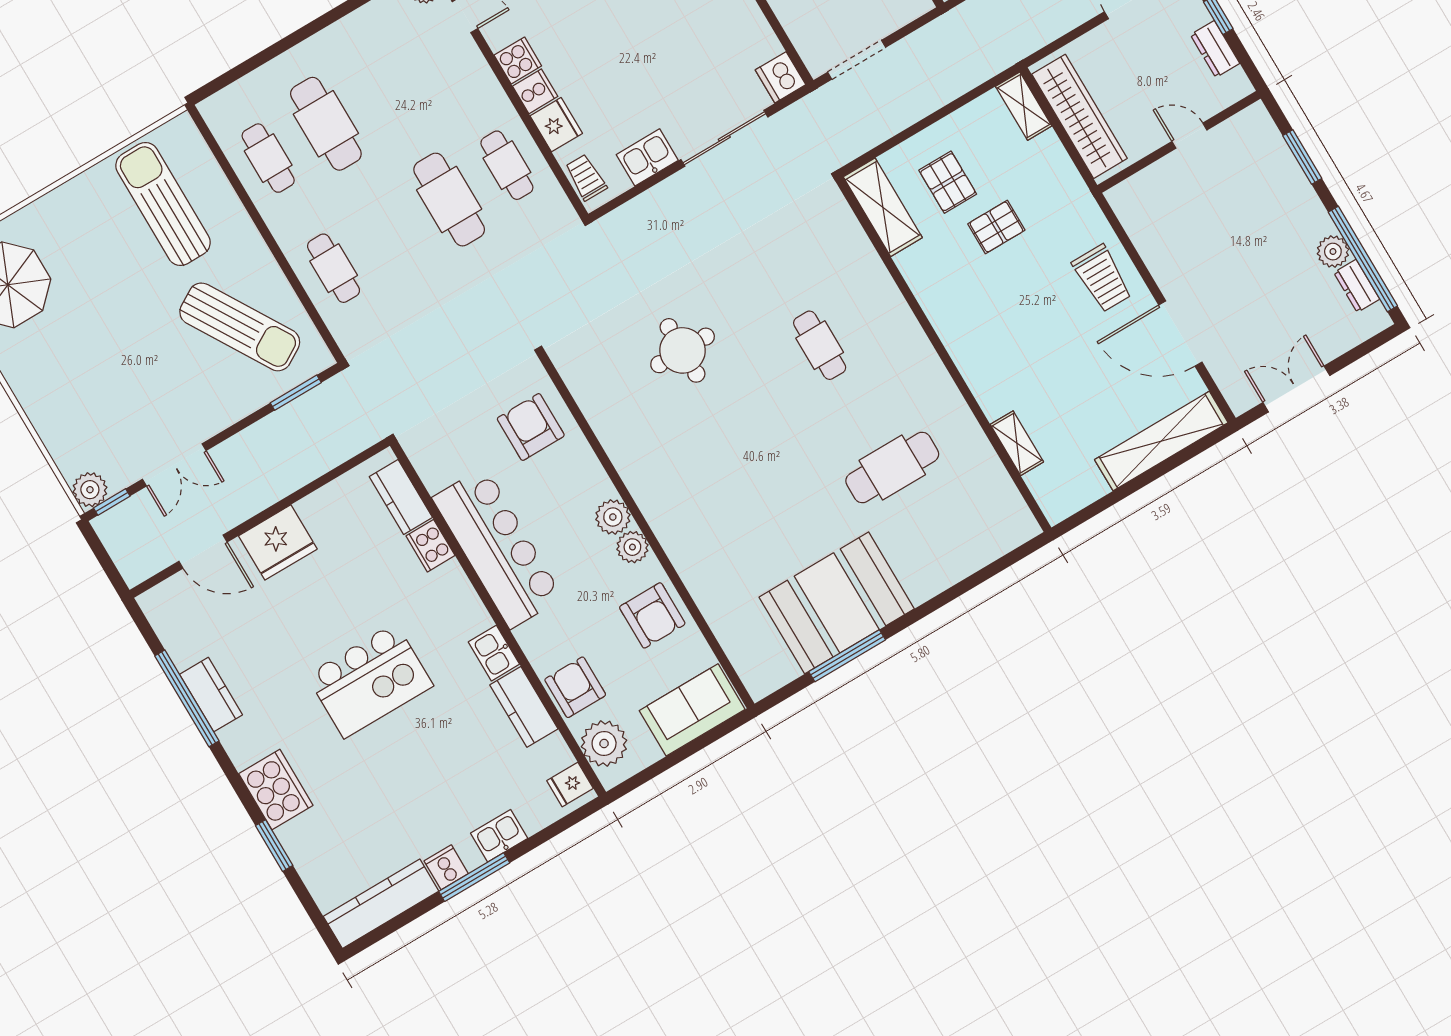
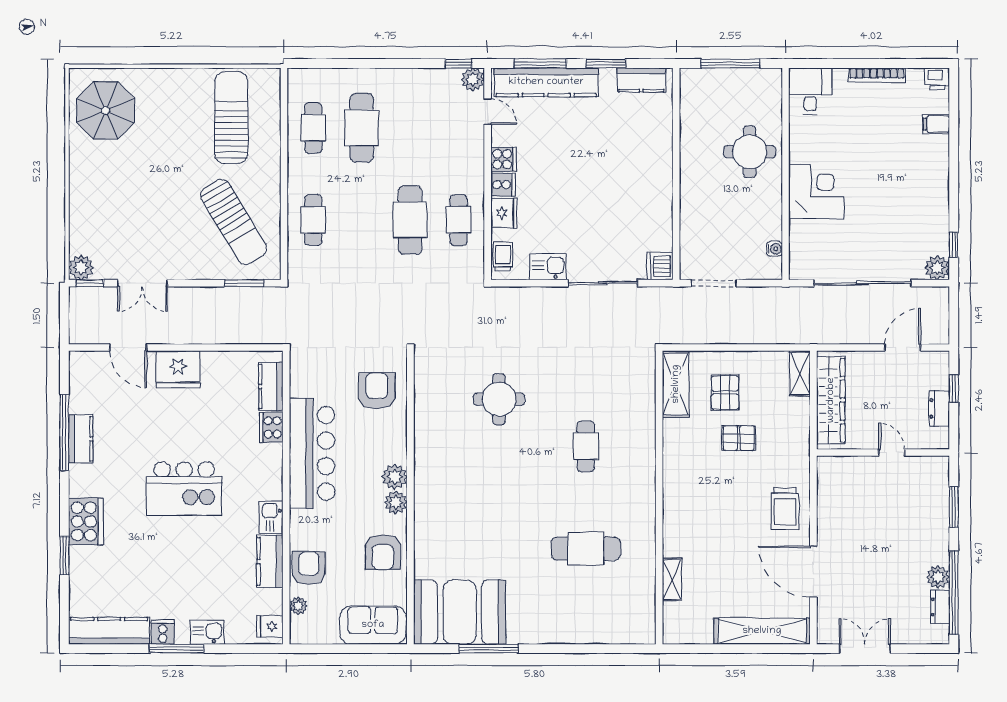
booth: (837, 603) -> (460, 612), moved
plant: (604, 743) -> (298, 606), width x0.53, depth x0.53

